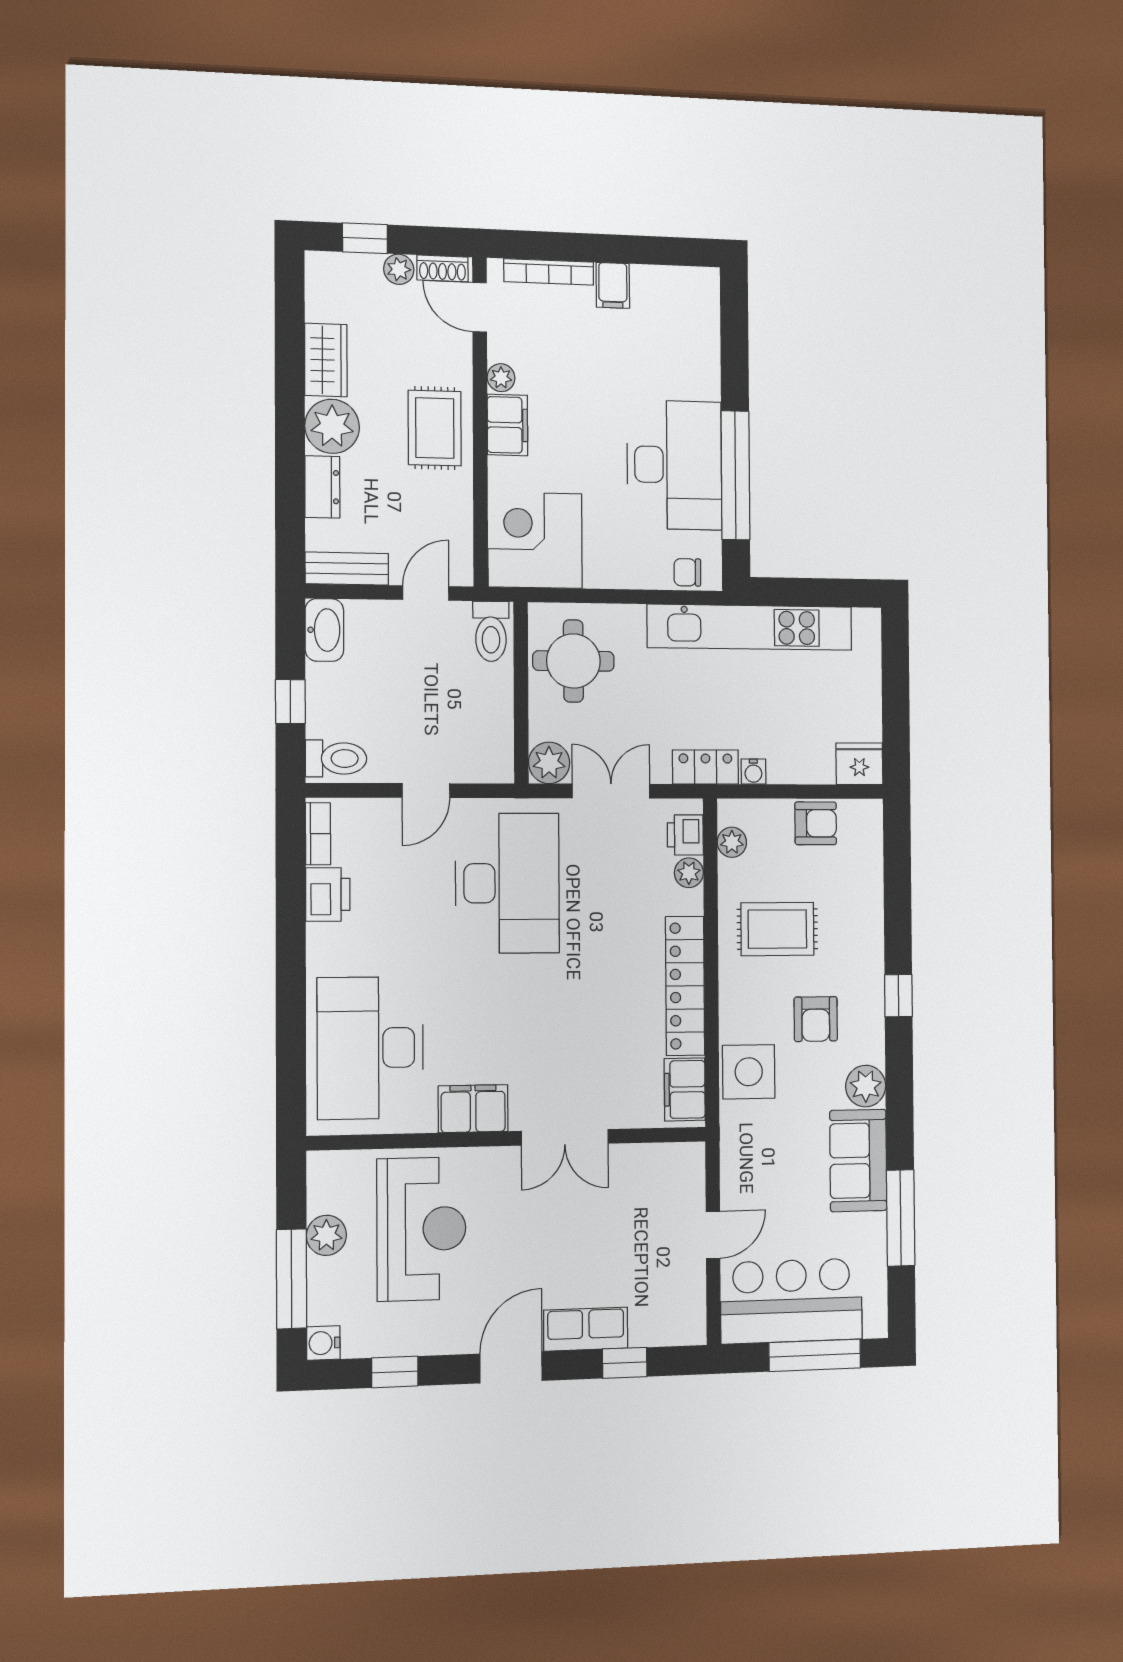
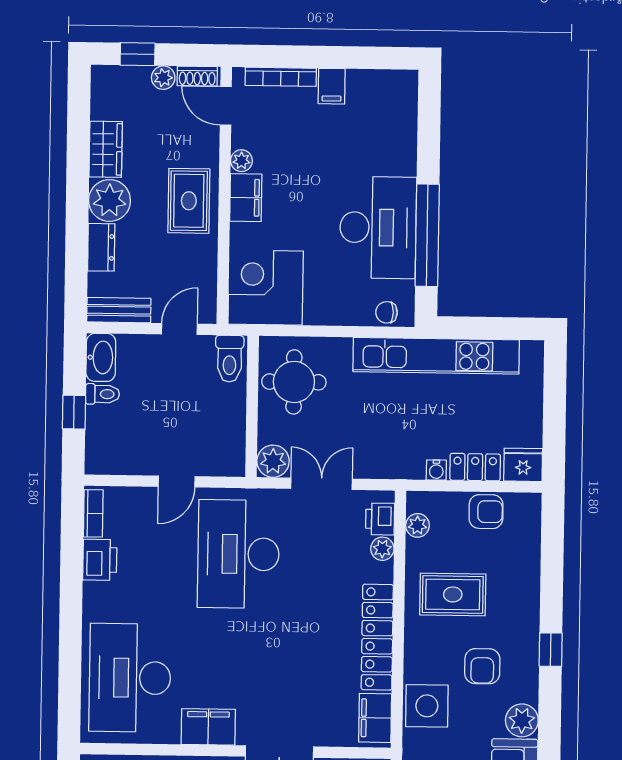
toilet: (336, 758) -> (102, 394), moved, width x0.73, depth x0.72
locker: (705, 767) -> (475, 467), moved
desk: (507, 883) -> (238, 554), turned 180

